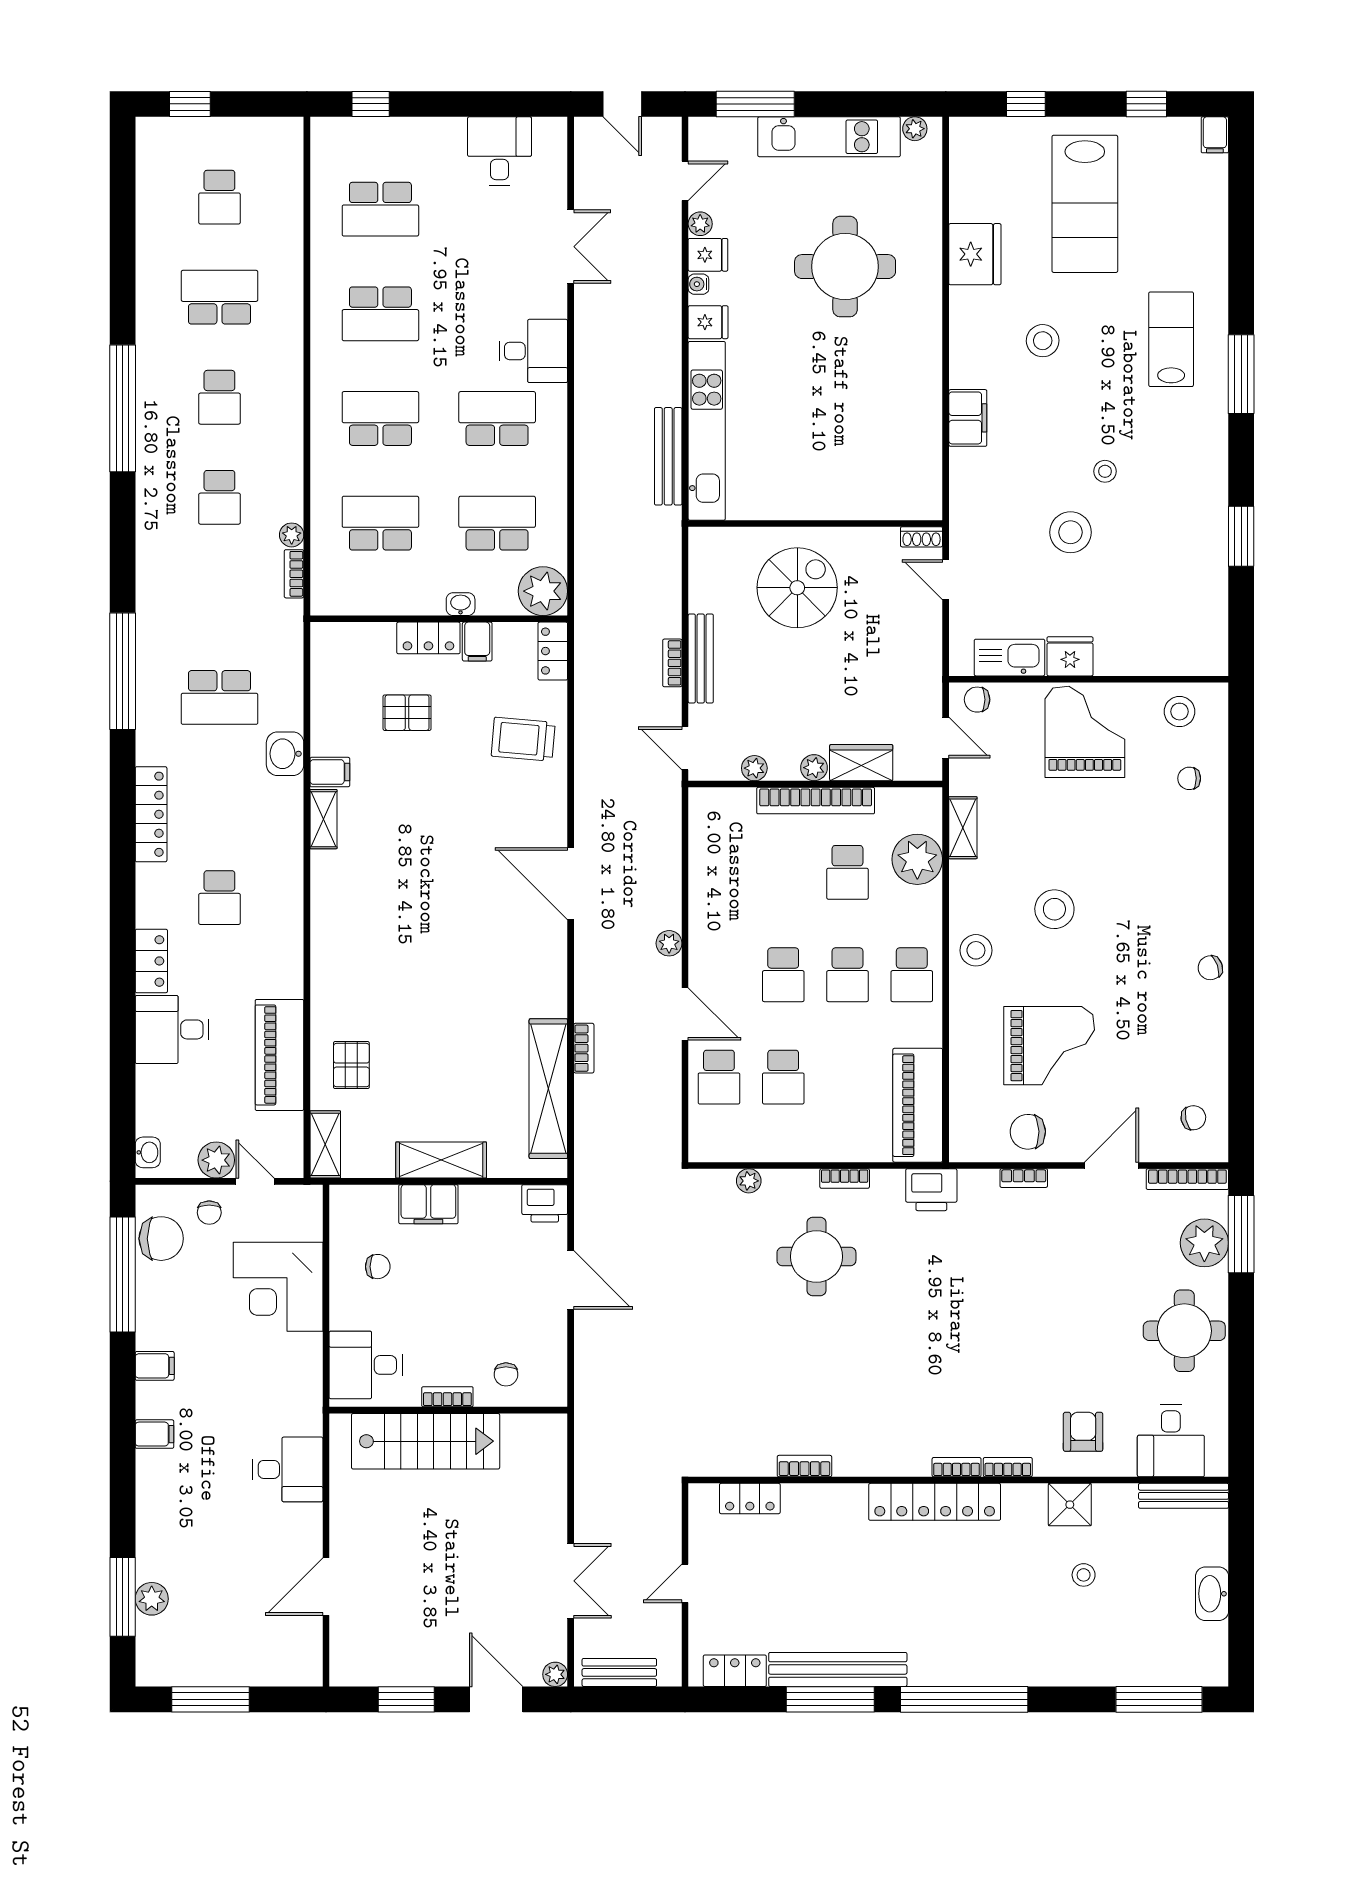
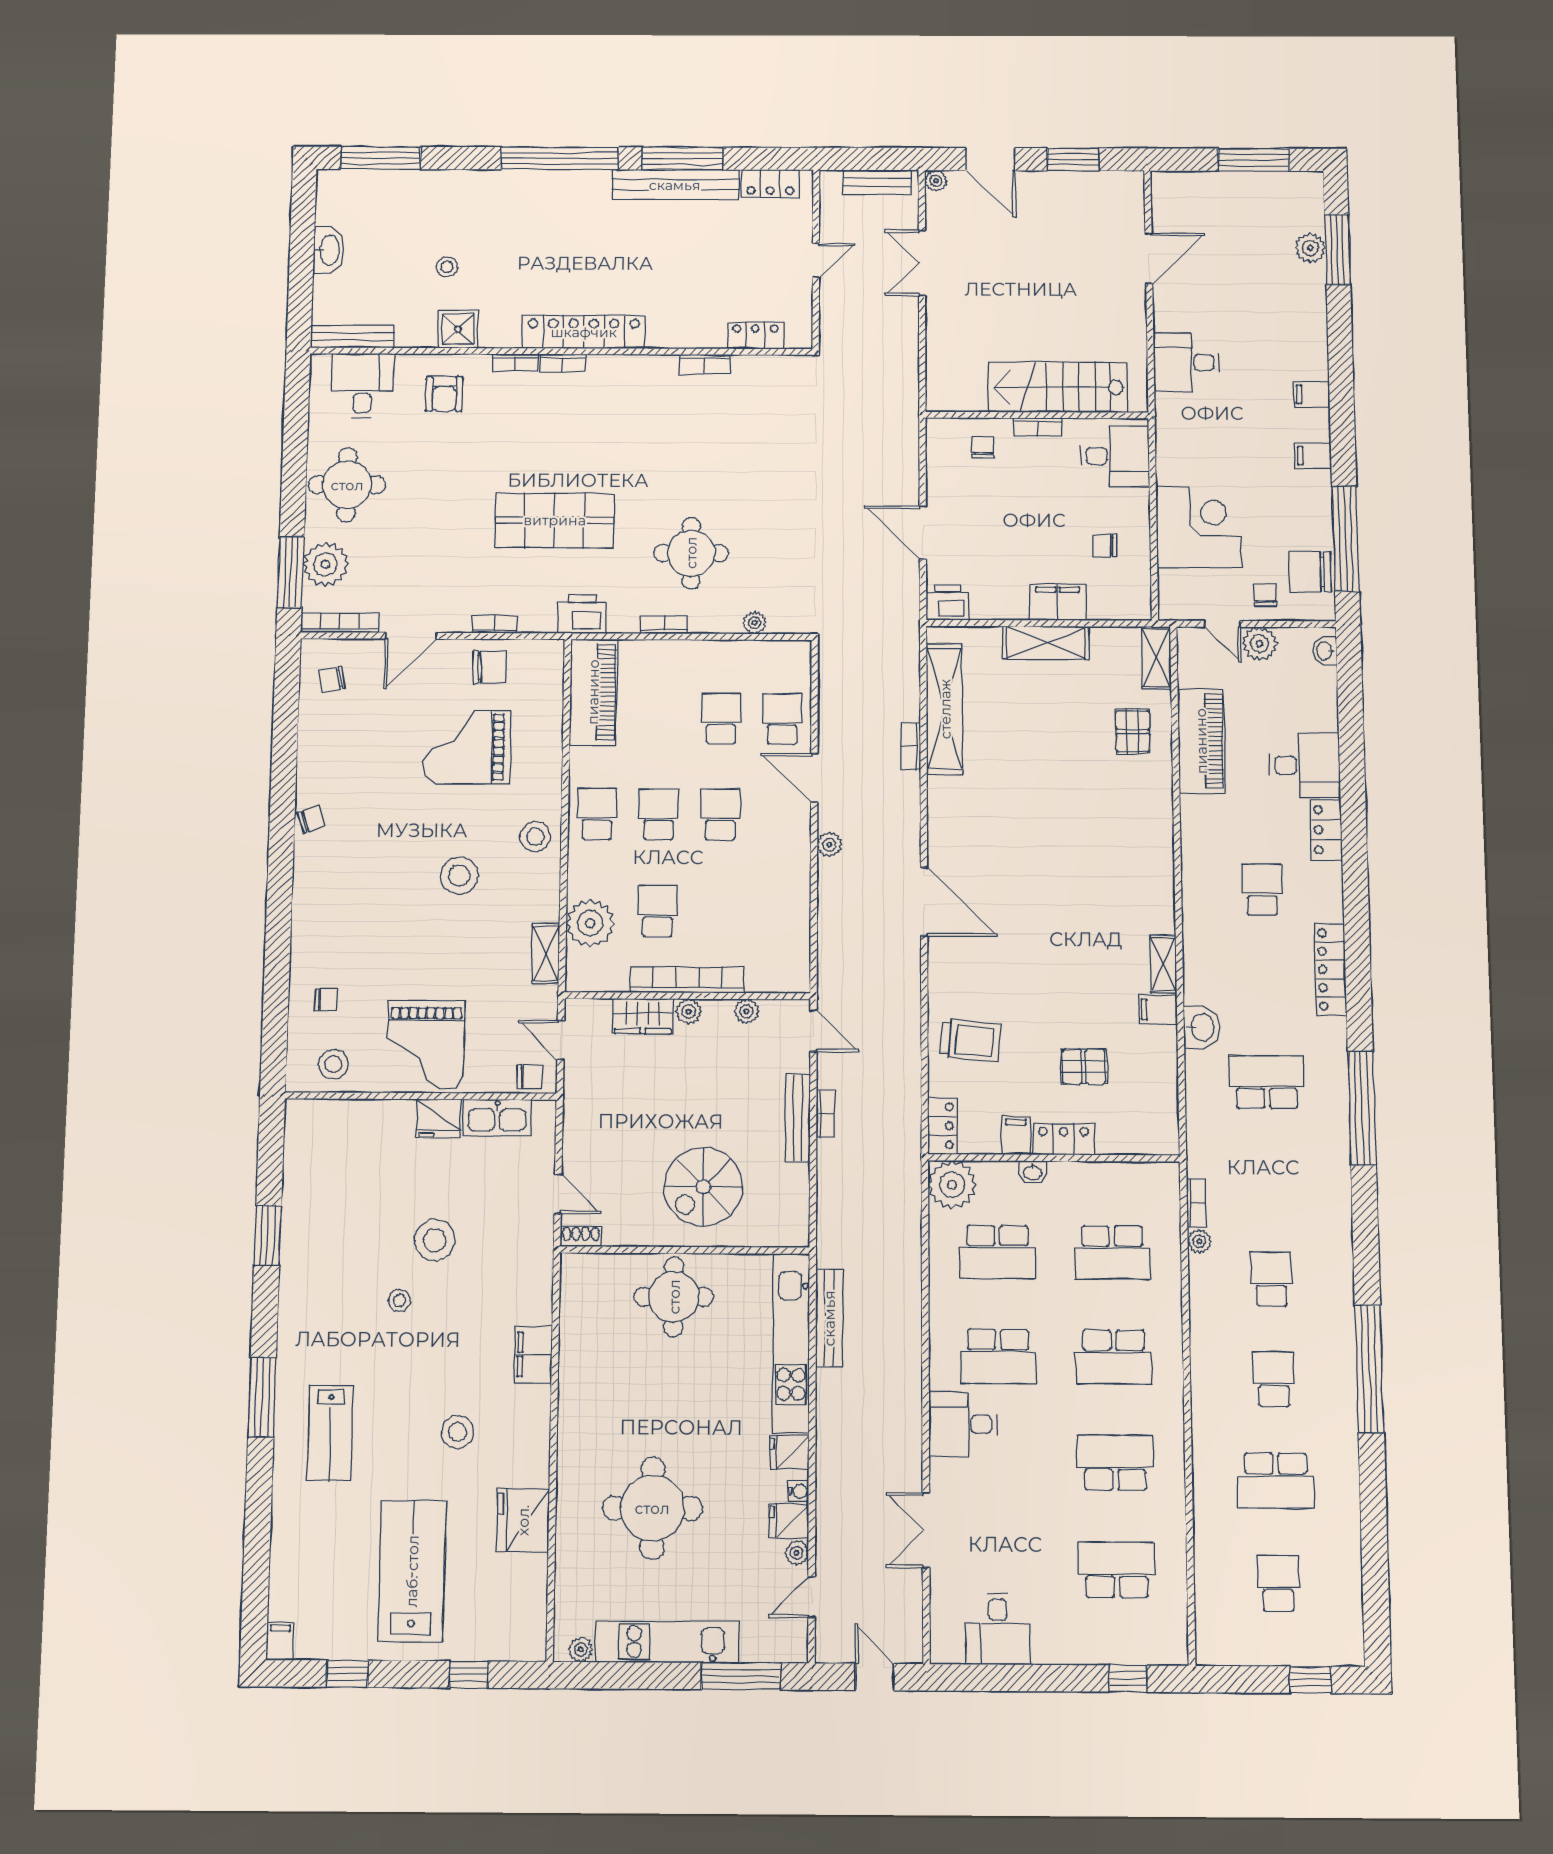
round table: (826, 476) -> (674, 1297), added
shop shelf: (962, 1292) -> (555, 520), added

